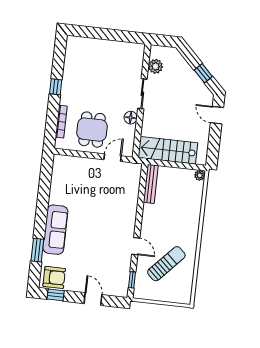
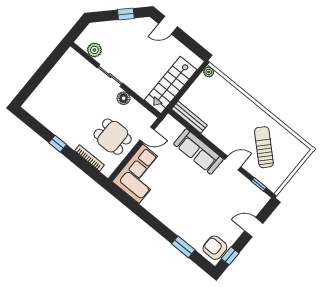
door: (113, 158) -> (147, 135), swing flipped
corner sofa: (76, 174) -> (141, 174), added
sofa: (55, 230) -> (199, 152), moved, turned 180
armchair: (54, 277) -> (215, 248), turned -90

